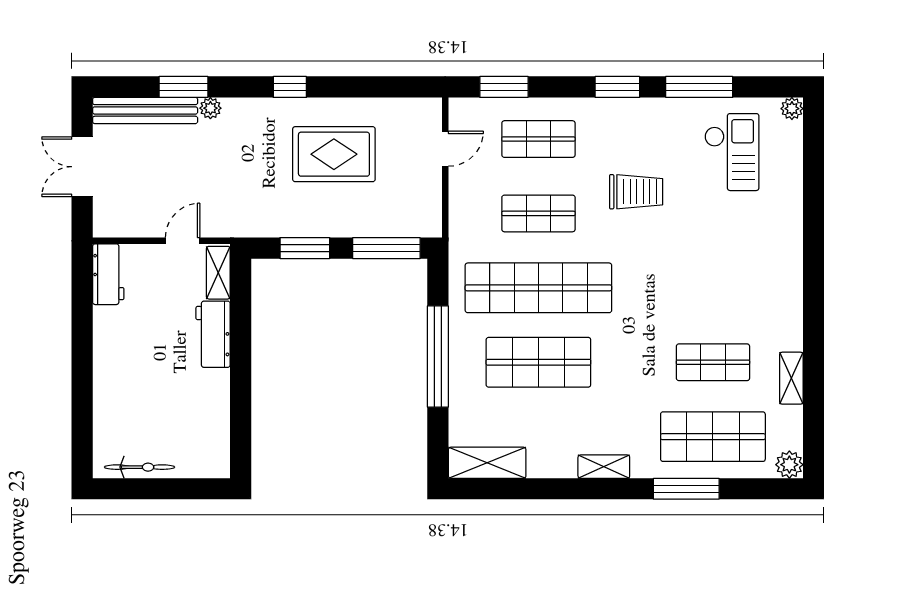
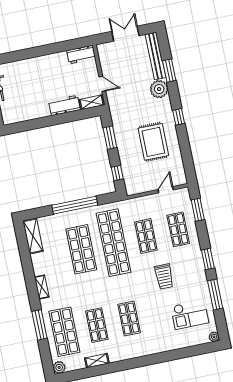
plant: (210, 108) -> (159, 89), width x1.88, depth x1.88
door: (445, 149) -> (166, 190), swing flipped
window: (386, 248) -> (117, 173), width x0.46
shop shelf: (713, 288) -> (129, 318), added

